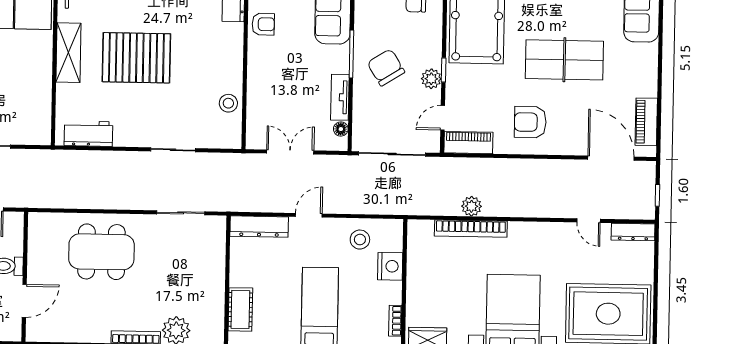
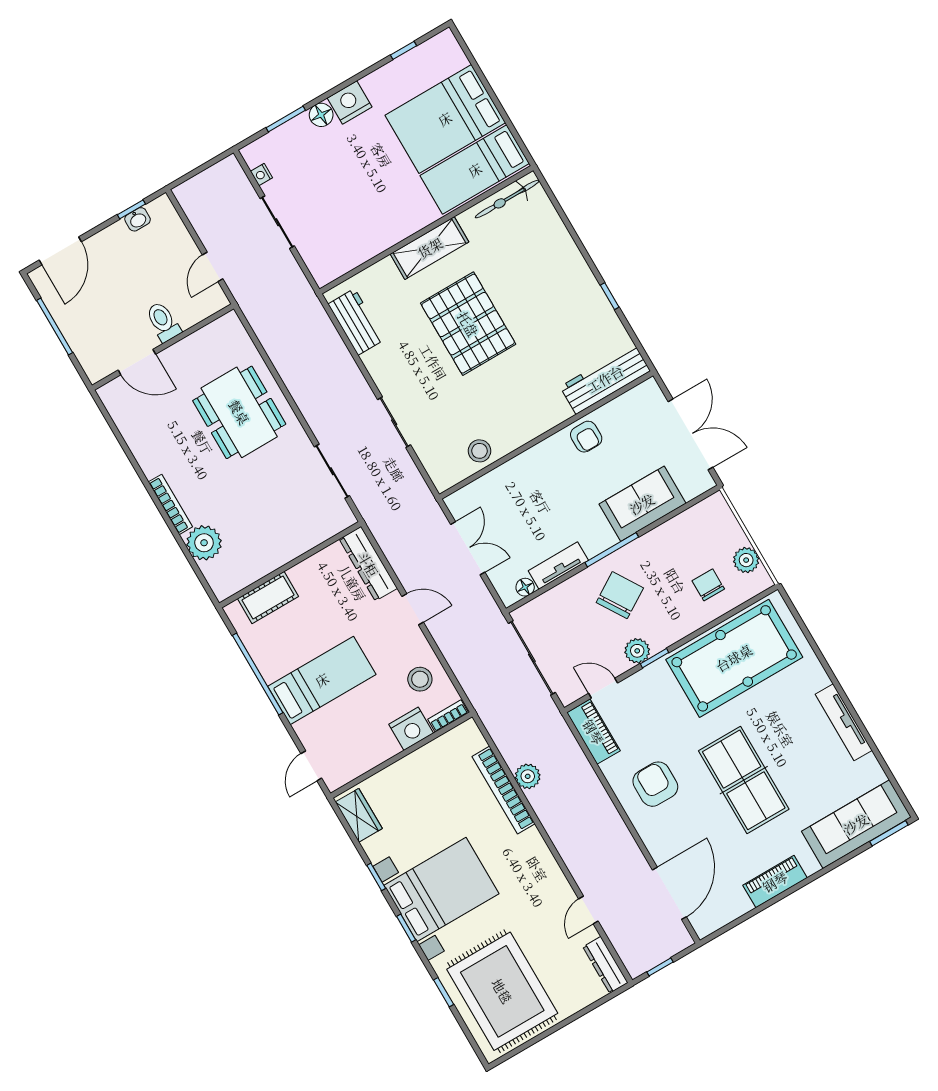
piano: (646, 122) -> (775, 882), moved
bookcase: (395, 321) -> (448, 716), moved

